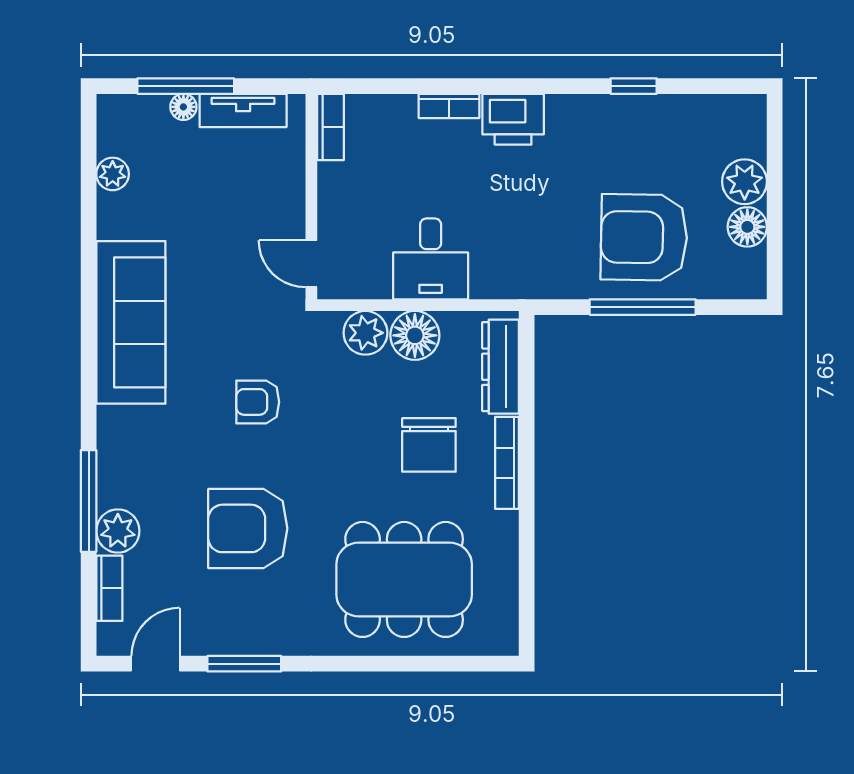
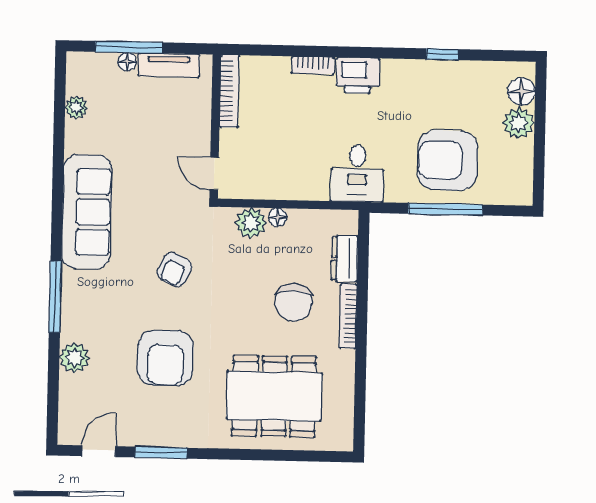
bookcase: (331, 127) -> (229, 91), width x1.56
floor lamp: (747, 227) -> (521, 91), moved
desk: (431, 259) -> (357, 173), moved
floor lamp: (415, 335) -> (278, 217), width x0.53, depth x0.53
dresser: (500, 367) -> (345, 259), width x0.70
armchair: (258, 402) -> (174, 270), turned -64
window: (89, 501) -> (55, 297), moved
armchair: (248, 528) -> (165, 358), turned -90
bookcase: (109, 588) -> (67, 398), removed

